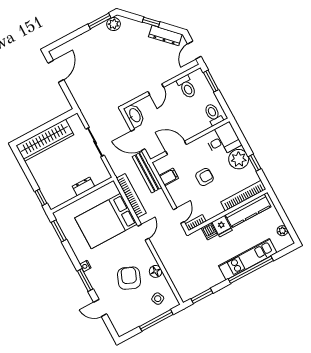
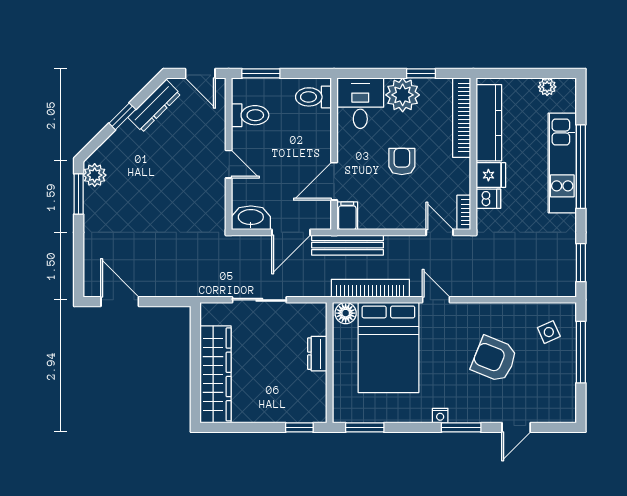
filing cabinet: (169, 177) -> (347, 216), moved
floor lamp: (156, 271) -> (346, 313), moved

